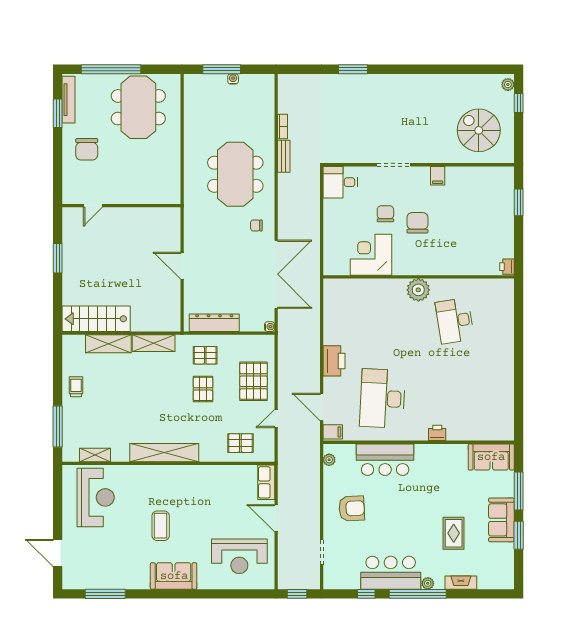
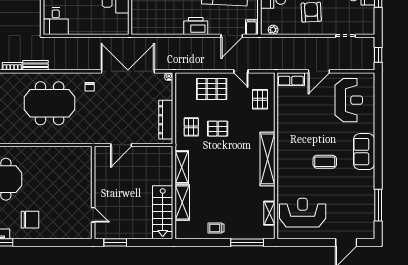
door: (93, 206) -> (93, 215), moved
wall: (121, 206) -> (93, 192), moved

